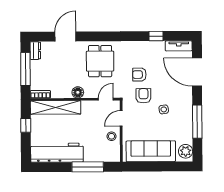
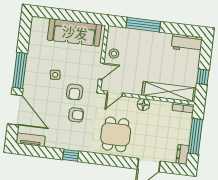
window: (156, 36) -> (71, 155), moved
window: (197, 122) -> (20, 70), moved
plant: (186, 151) -> (38, 28), removed
workbench: (57, 153) -> (187, 43), width x0.53, depth x0.76

